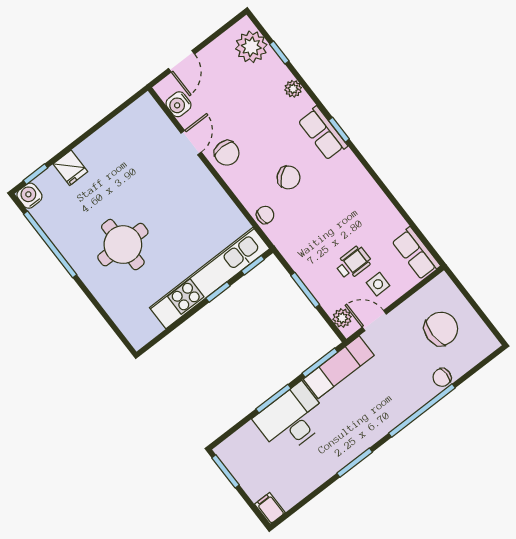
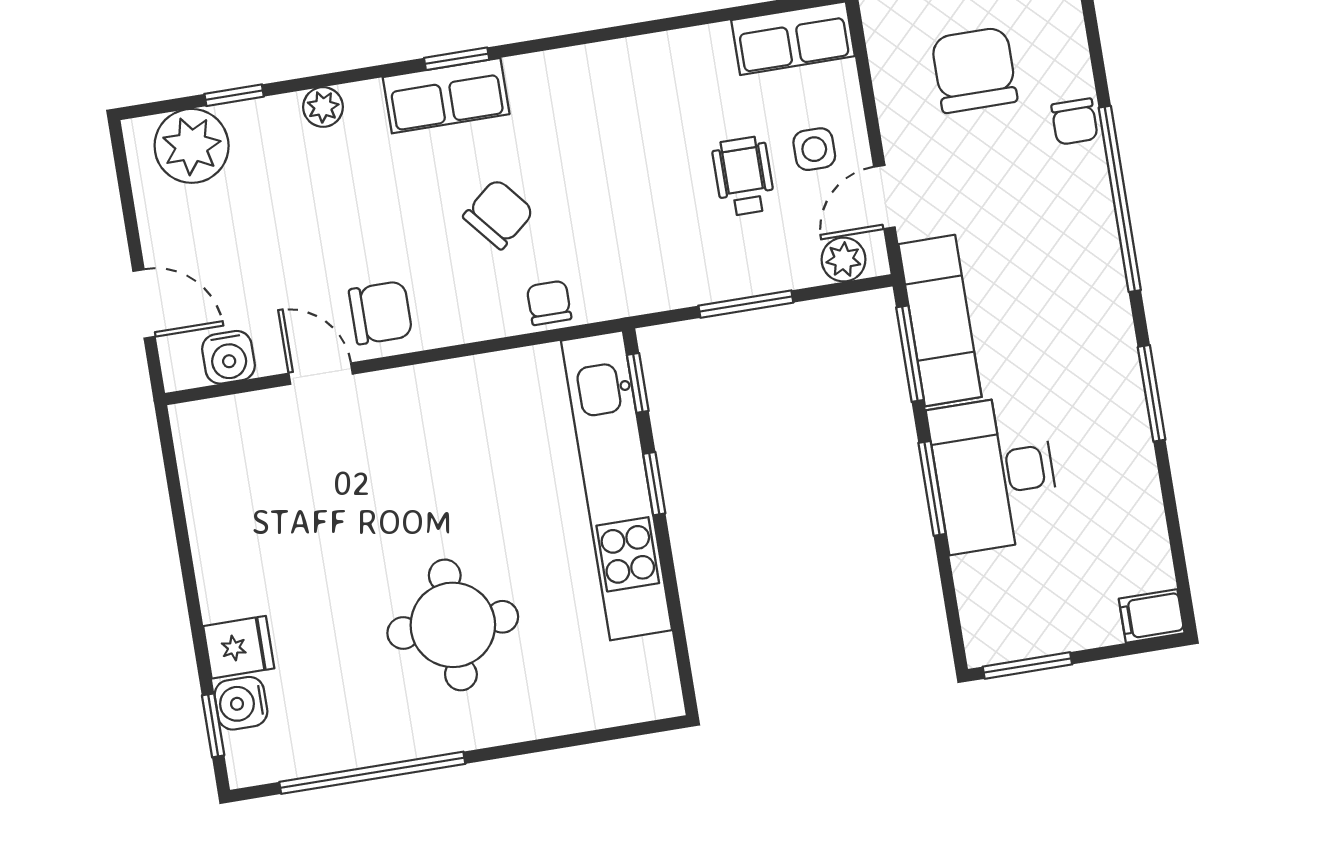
water cooler: (29, 196) -> (241, 703), moved

